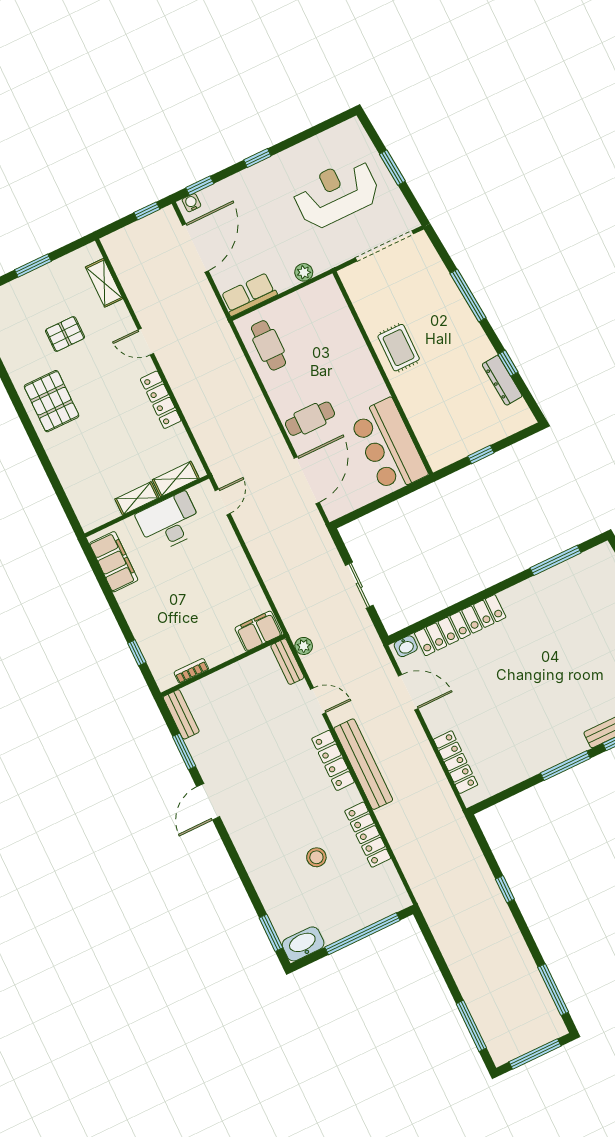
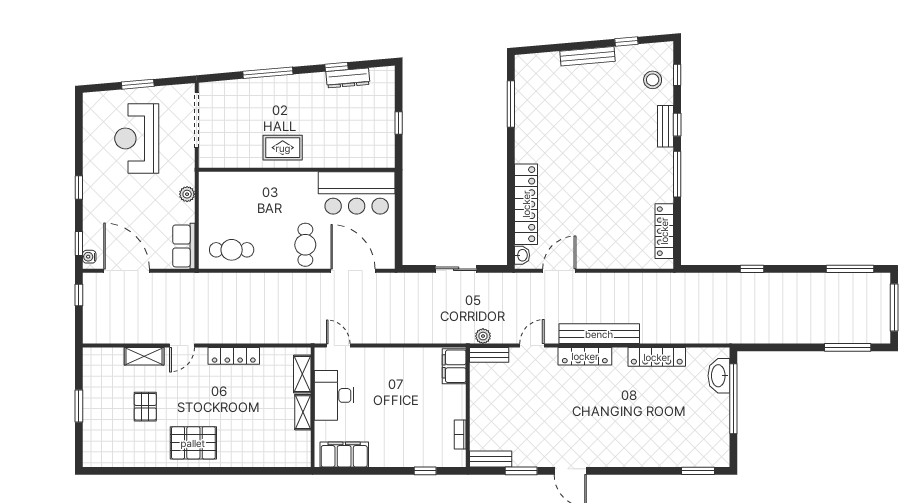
shelving: (104, 283) -> (144, 356), moved
locker: (456, 762) -> (664, 231), moved, turned -90
stool: (316, 857) -> (655, 406), removed
washbasin: (303, 944) -> (719, 376), moved

